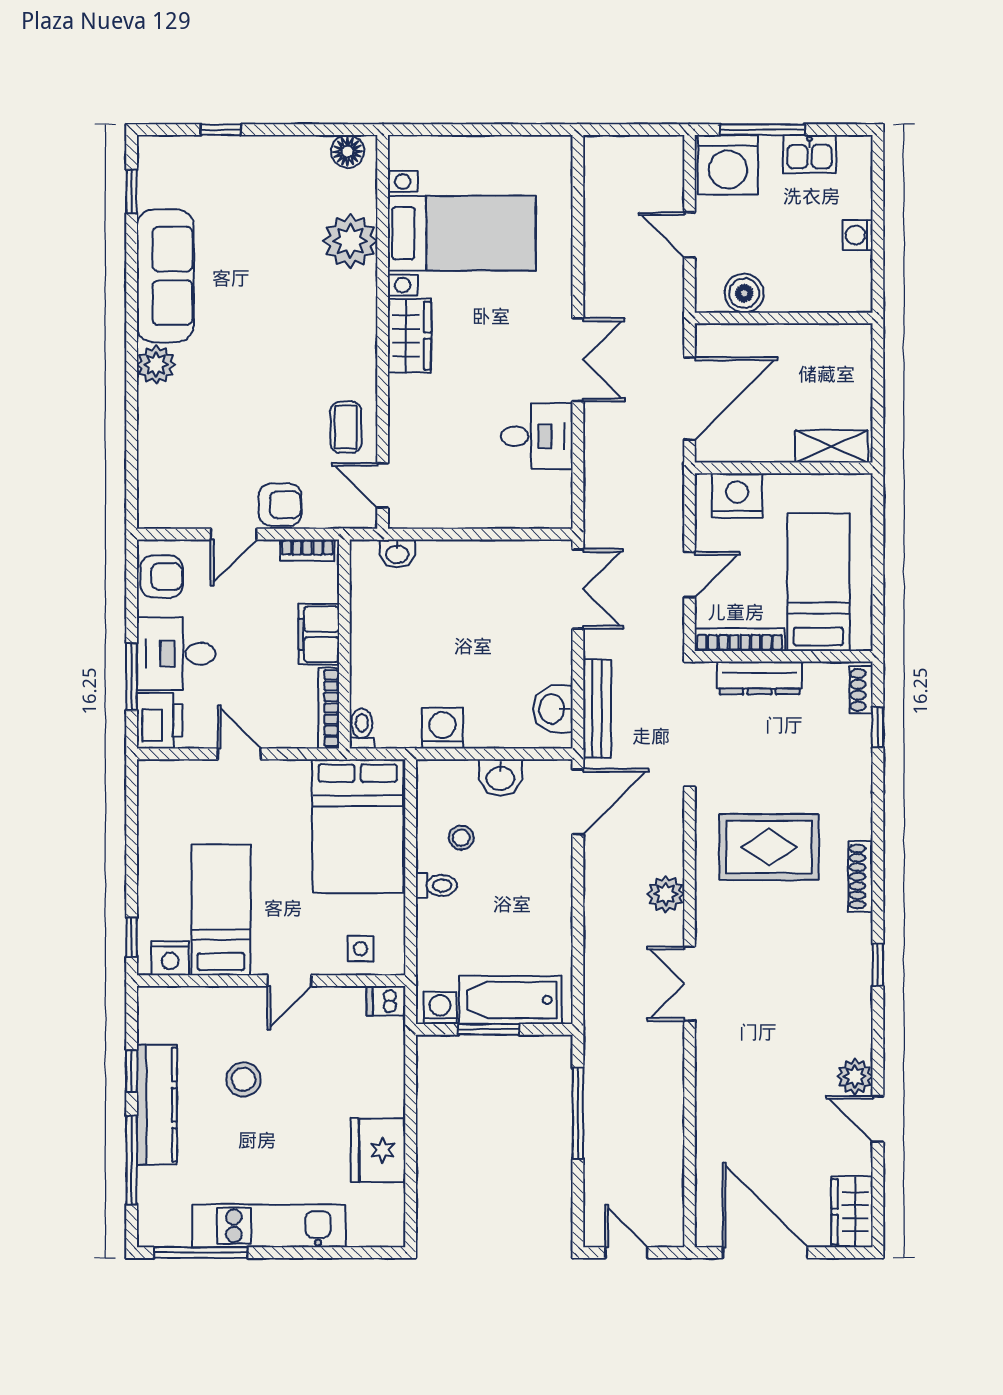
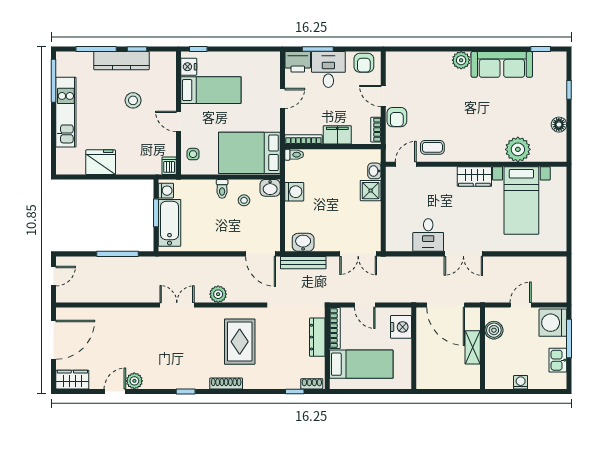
floor lamp: (348, 151) -> (559, 125), moved
shelving: (832, 446) -> (473, 347), moved
shower: (440, 562) -> (371, 191), added
washbasin: (500, 777) -> (270, 188), moved, turned -90

